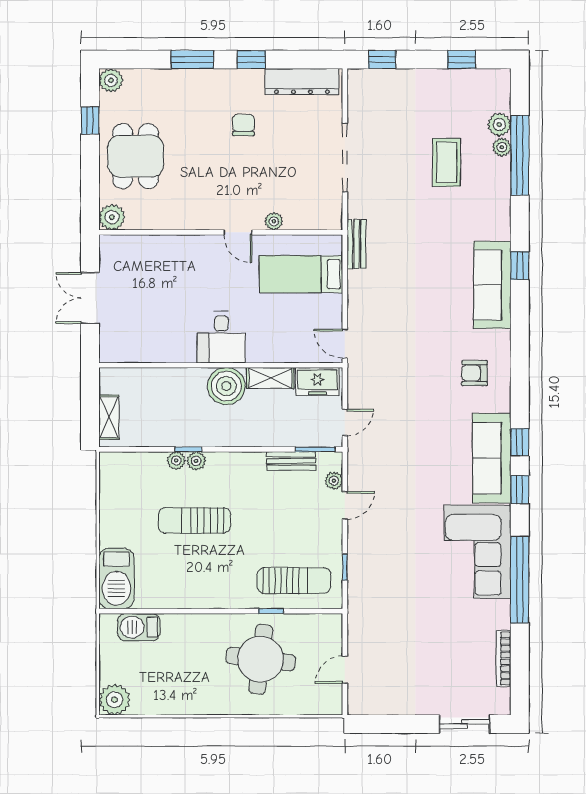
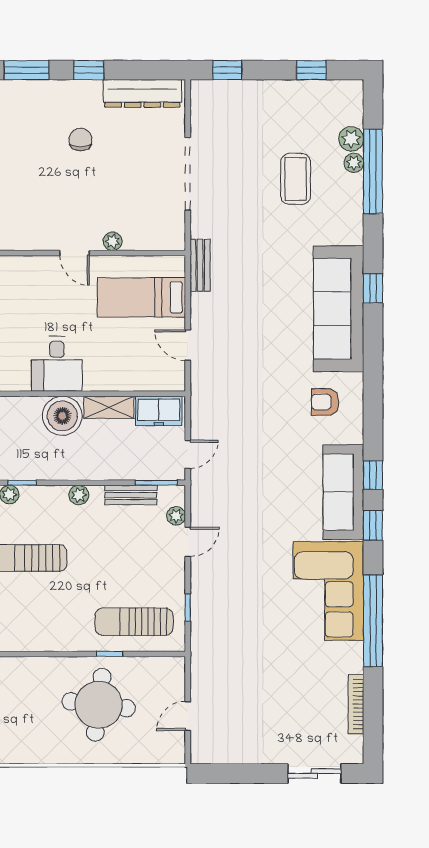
sofa: (492, 285) -> (339, 309), width x1.36, depth x1.27
door: (345, 344) -> (188, 345), moved
plant: (196, 461) -> (79, 495), moved
sun lounger: (294, 581) -> (134, 622), turned 180

